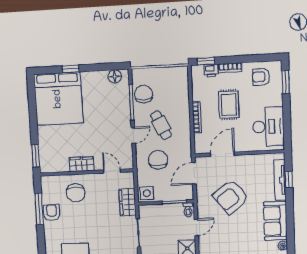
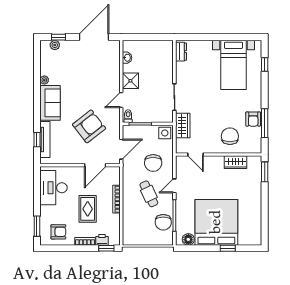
bed: (58, 99) -> (216, 222), moved
wardrobe: (82, 164) -> (236, 162), moved

